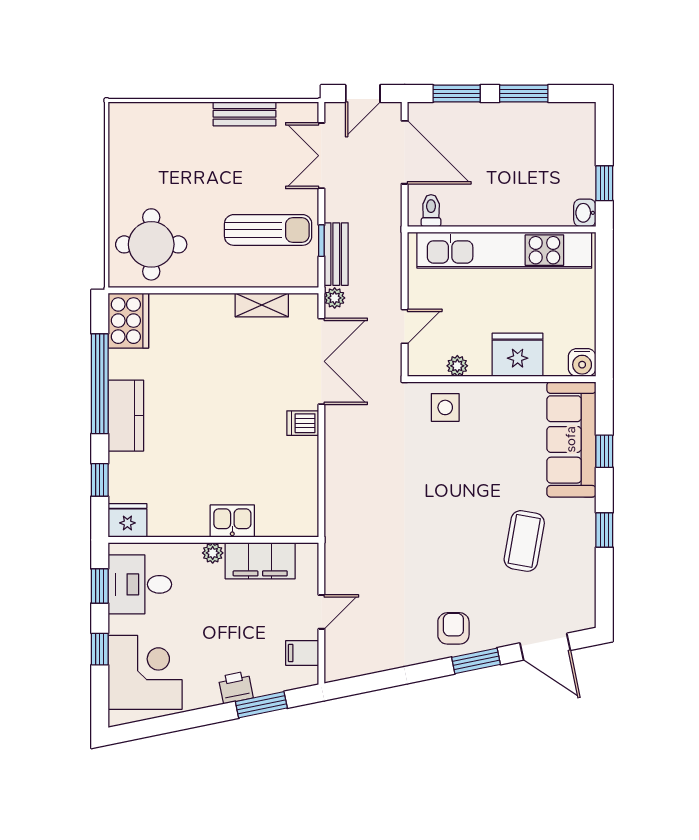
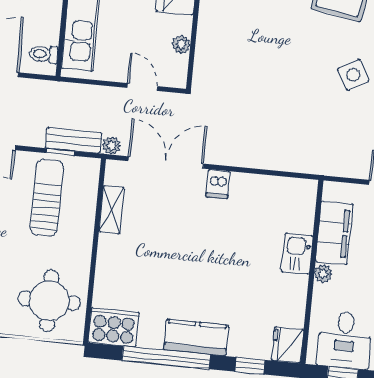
side table: (445, 407) -> (353, 75), moved, turned -30

